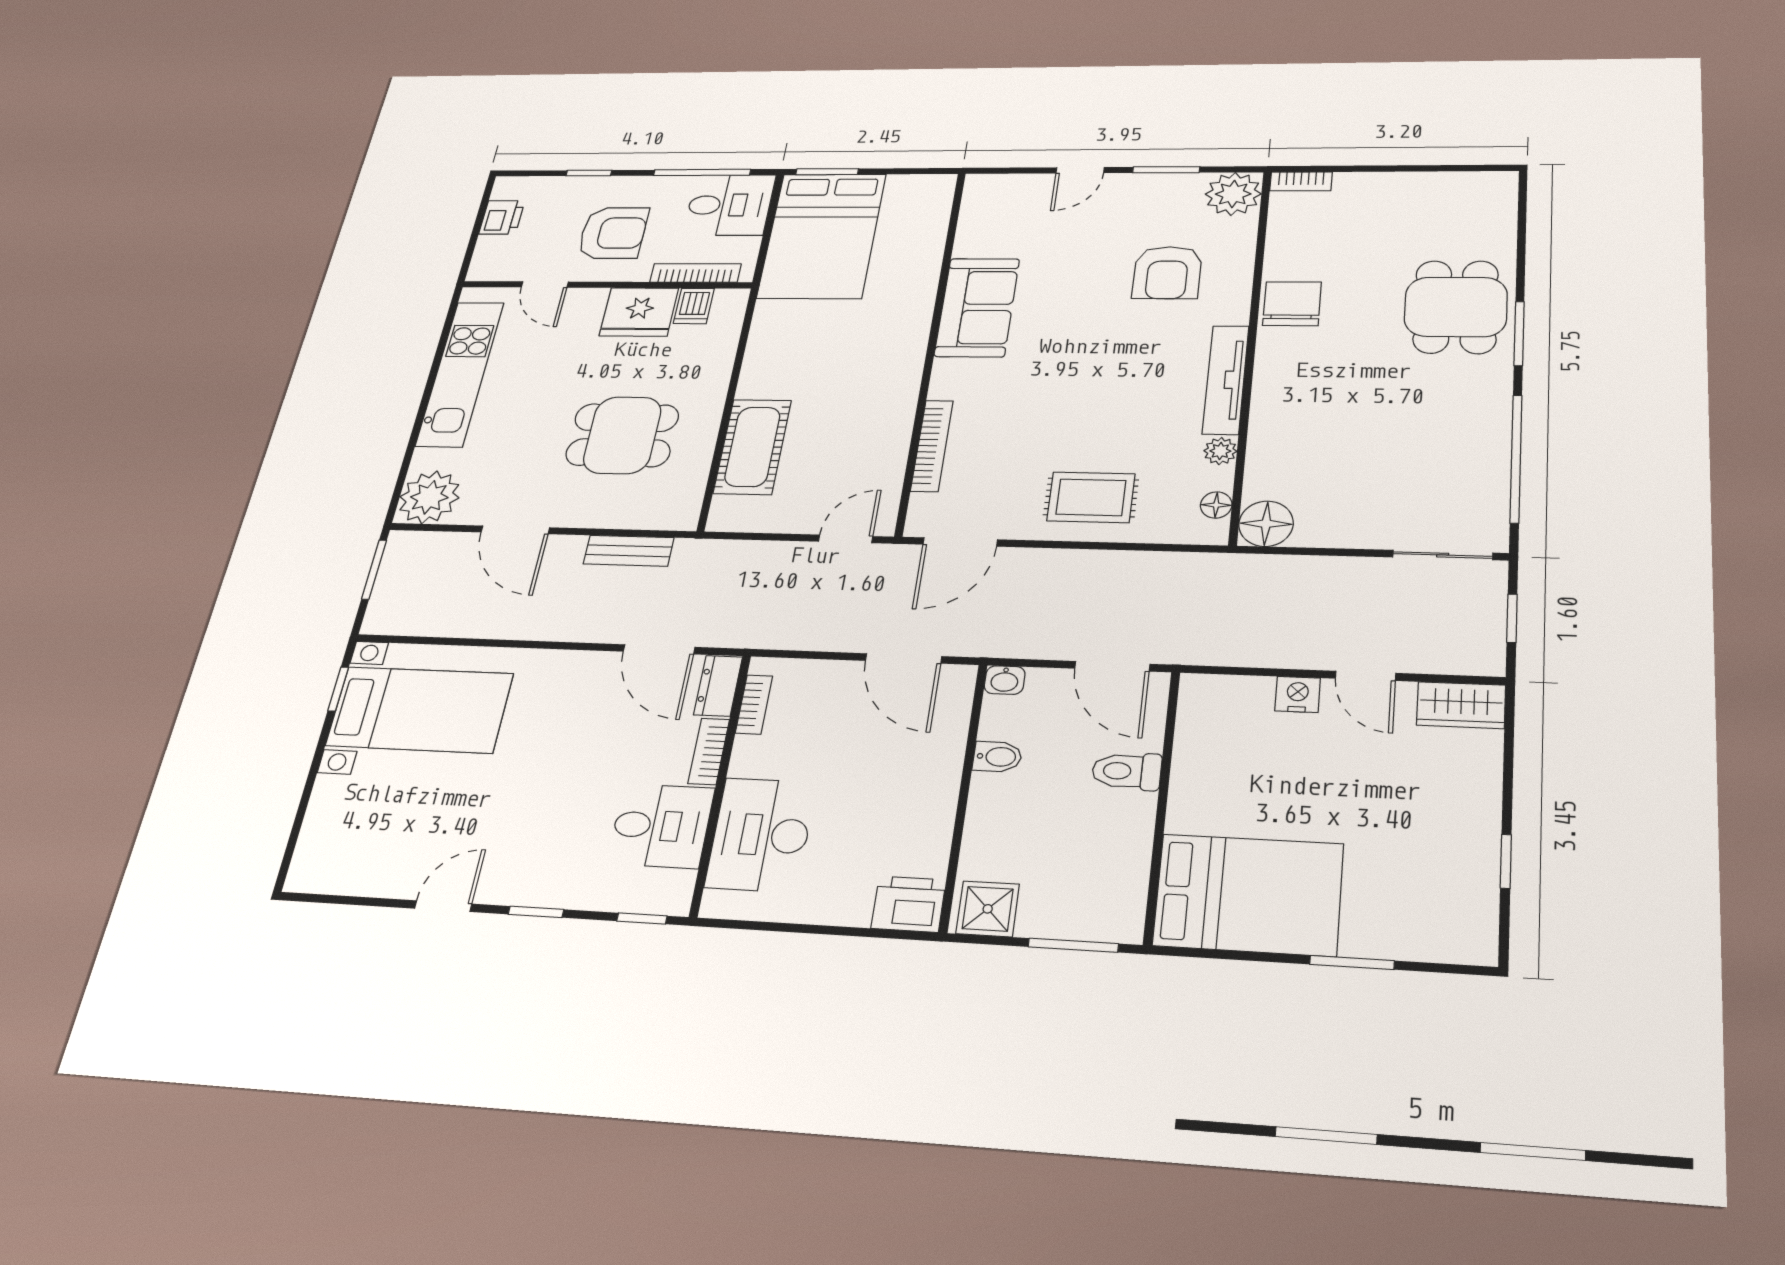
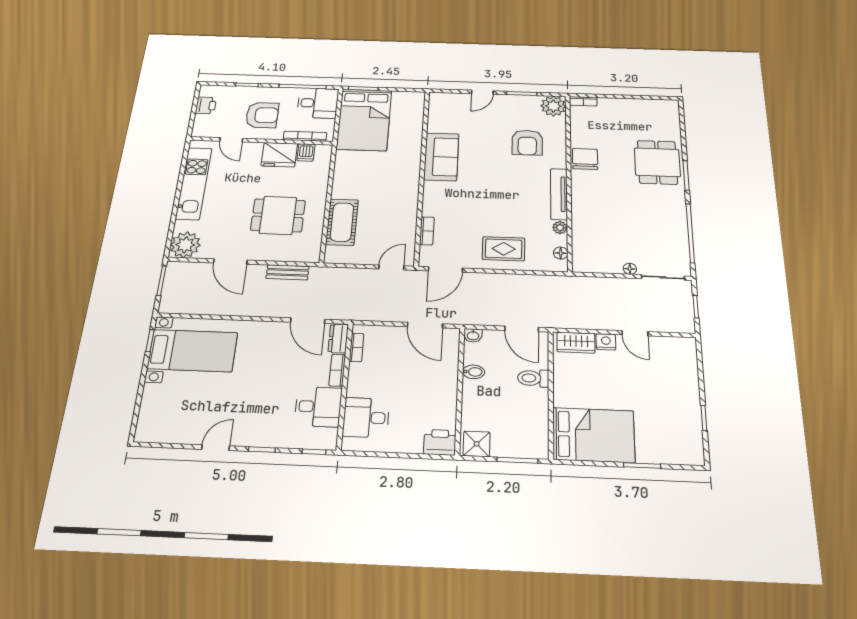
bookcase: (932, 446) -> (427, 231), width x0.64
floor lamp: (1266, 524) -> (630, 269), moved, width x0.53, depth x0.53
wardrobe: (1461, 705) -> (576, 343), moved
desk: (761, 835) -> (366, 418), width x0.73

